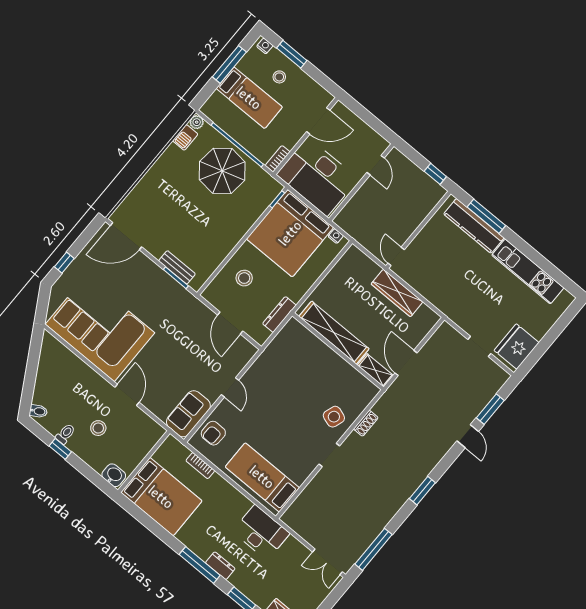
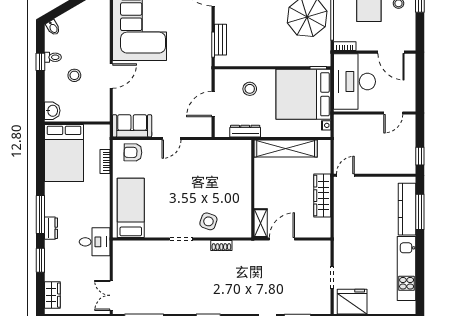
shelving: (334, 333) -> (286, 148), moved, turned 90
desk: (261, 532) -> (95, 242), width x0.73

